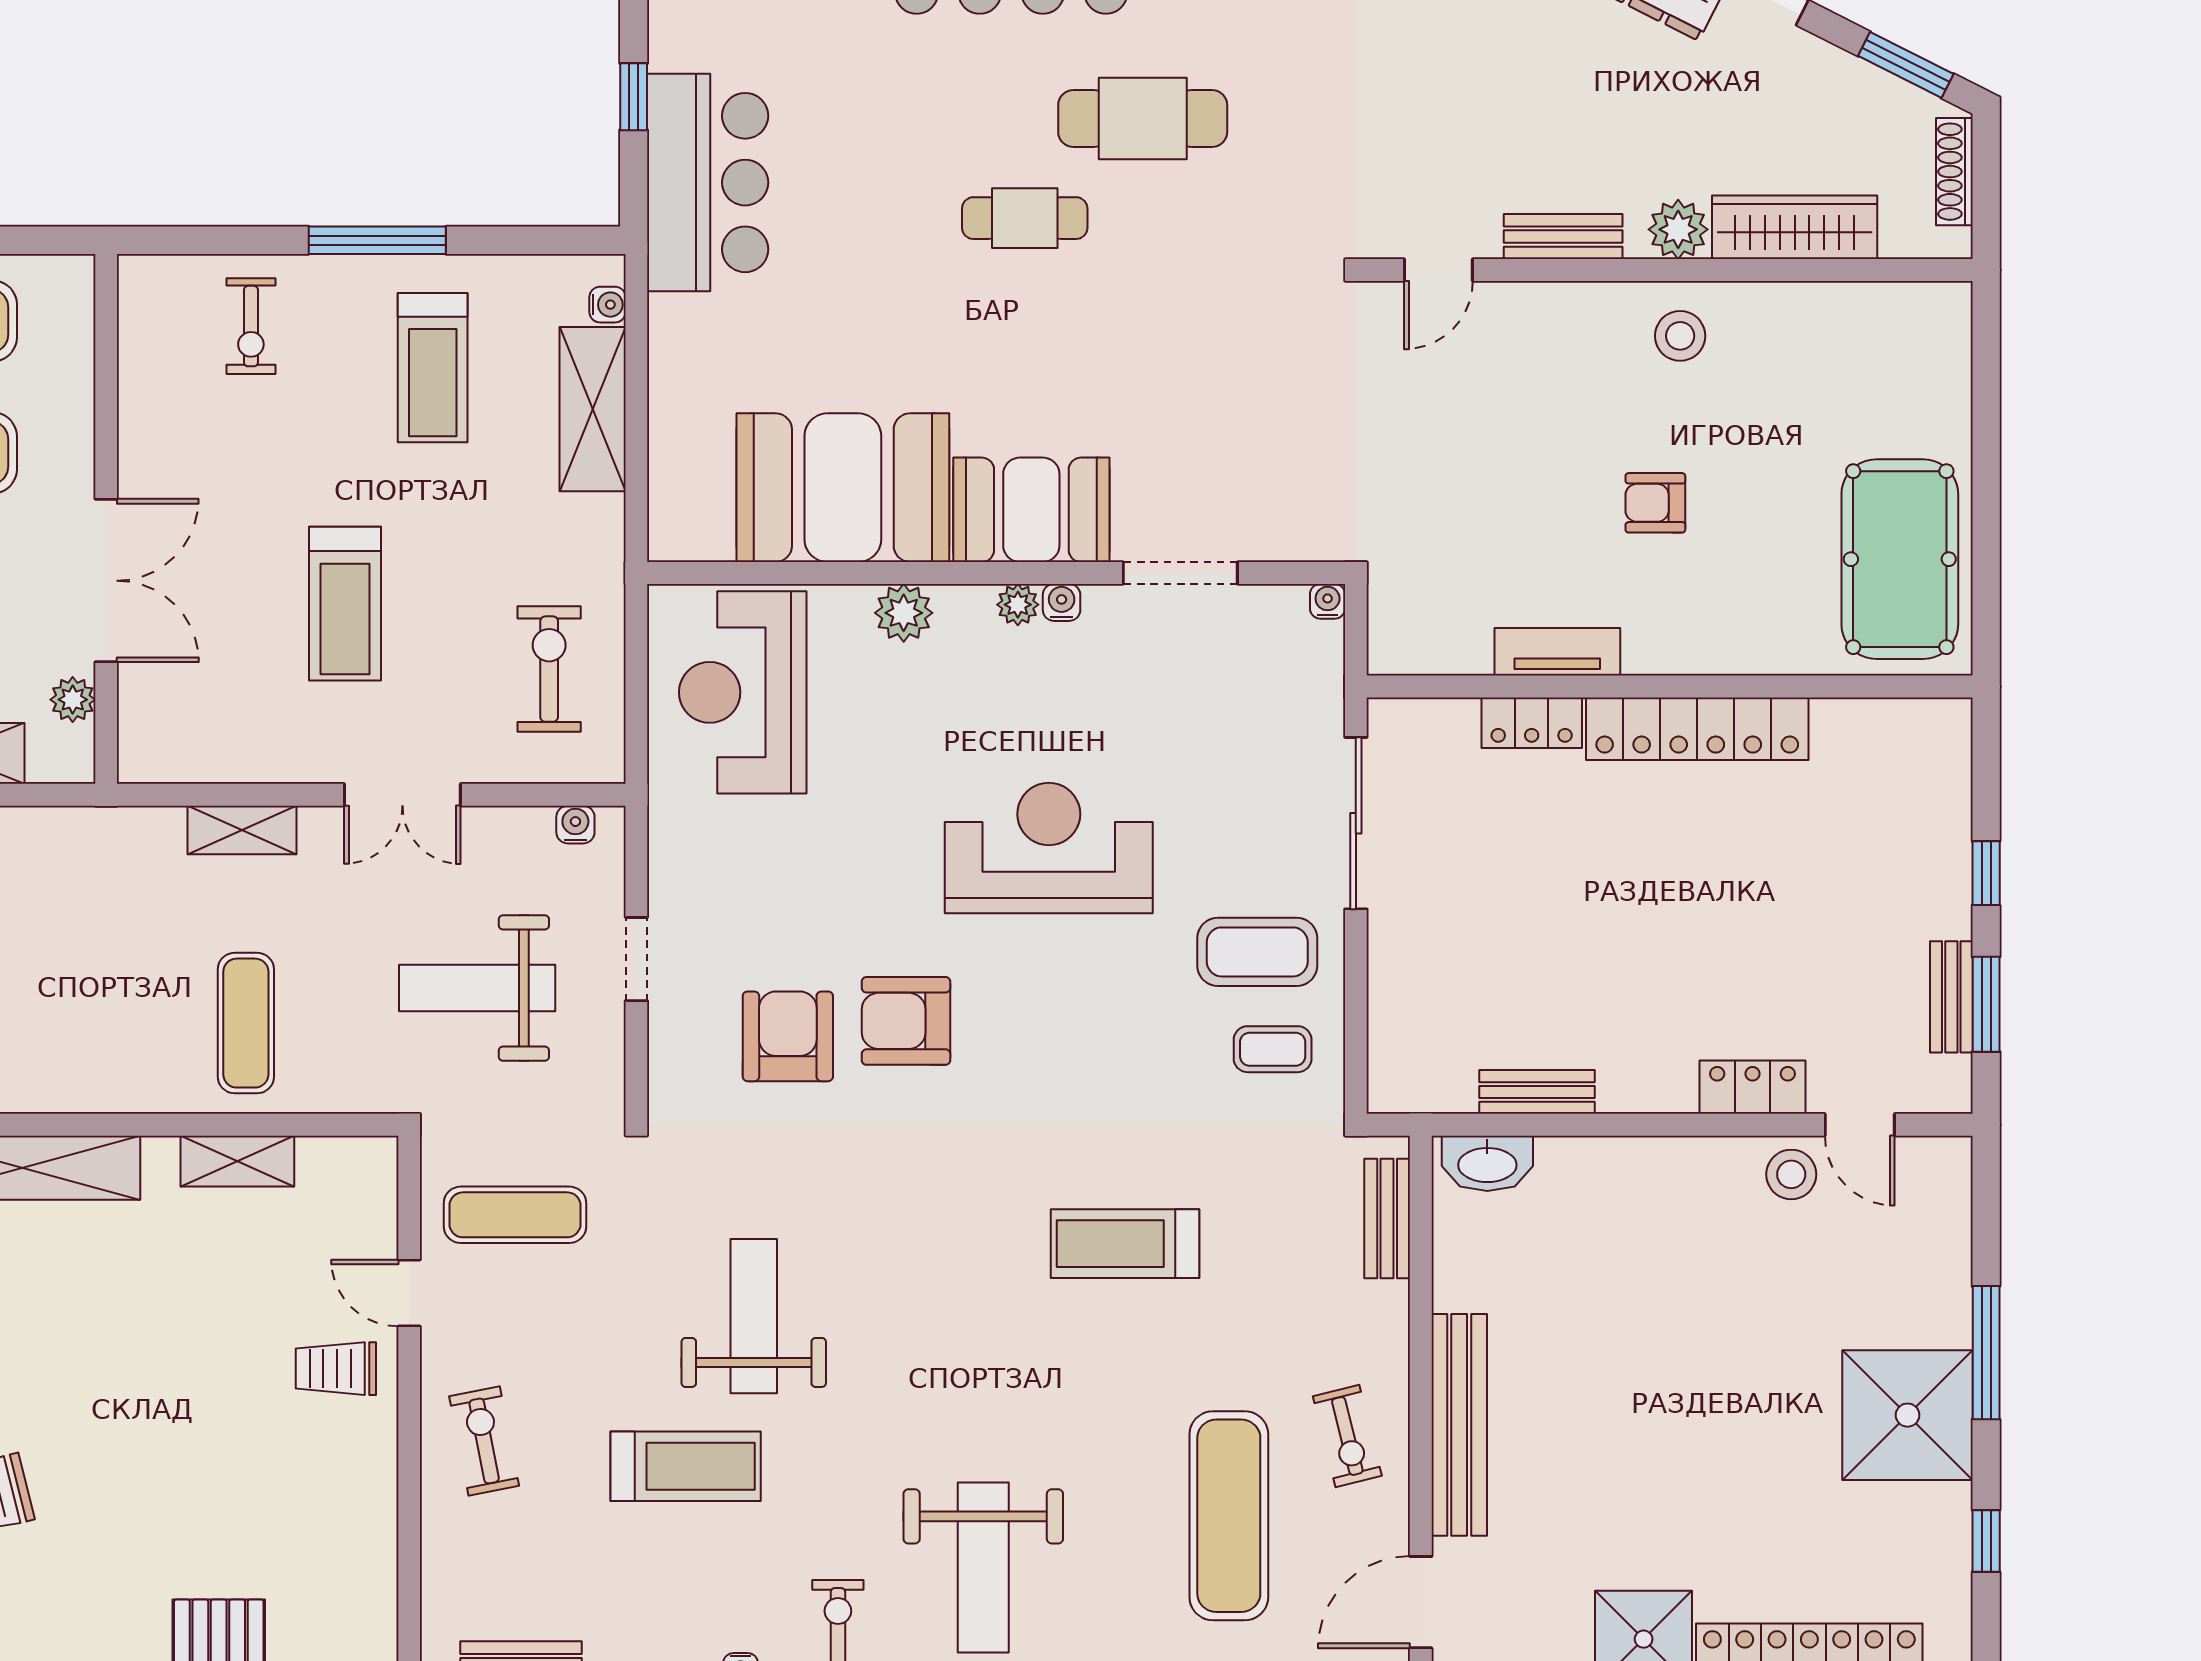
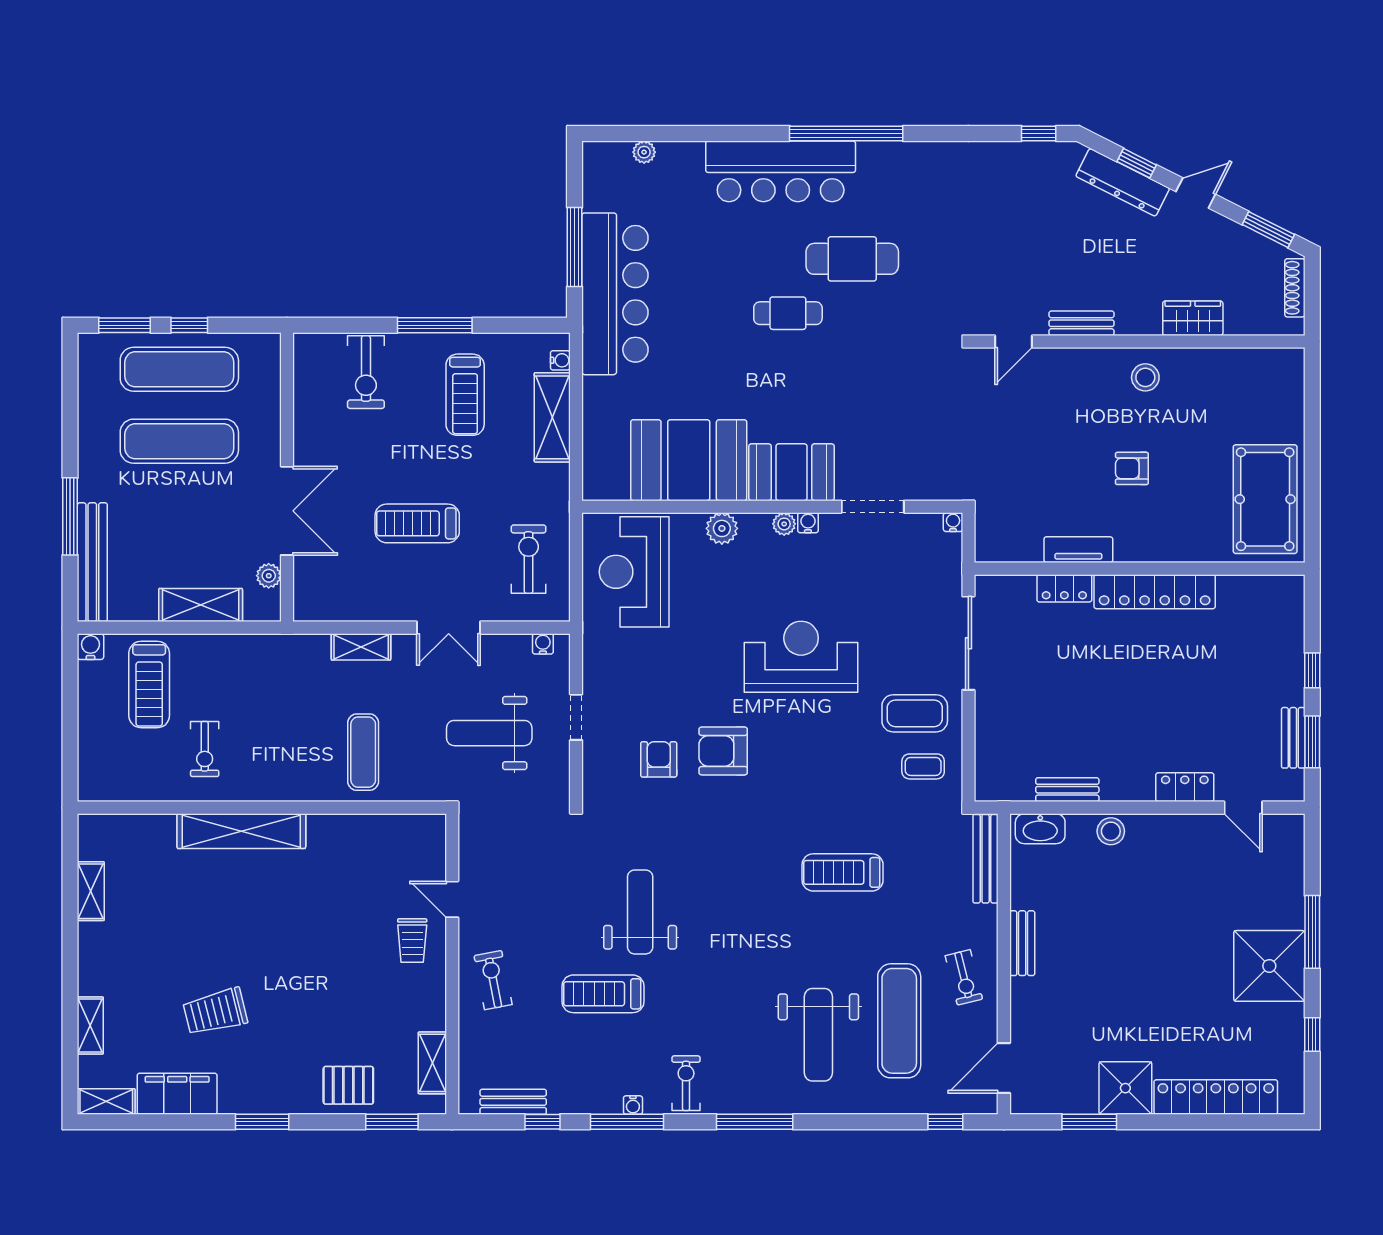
window: (634, 97) -> (575, 247), width x2.17
bar counter: (708, 183) -> (615, 294), width x1.36
wardrobe: (1795, 227) -> (1193, 318), width x0.67
plant: (1678, 229) -> (1144, 319), removed
exercise bike: (251, 326) -> (366, 372), width x1.38, depth x1.39
treadmill: (345, 604) -> (417, 523), turned 90
armchair: (788, 1036) -> (659, 759), width x0.72, depth x0.72
shelving: (237, 1161) -> (432, 1063), moved, turned 90
stool: (1791, 1174) -> (1111, 831), moved
exercise mat: (515, 1215) -> (510, 857), removed
bench: (1387, 1219) -> (986, 859), width x1.36
trolley: (336, 1369) -> (412, 941), turned -90
bench: (1459, 1425) -> (1022, 943), width x0.54, depth x0.82
treadmill: (686, 1466) -> (603, 994), turned 180
weight bench: (983, 1568) -> (818, 1035), moved

